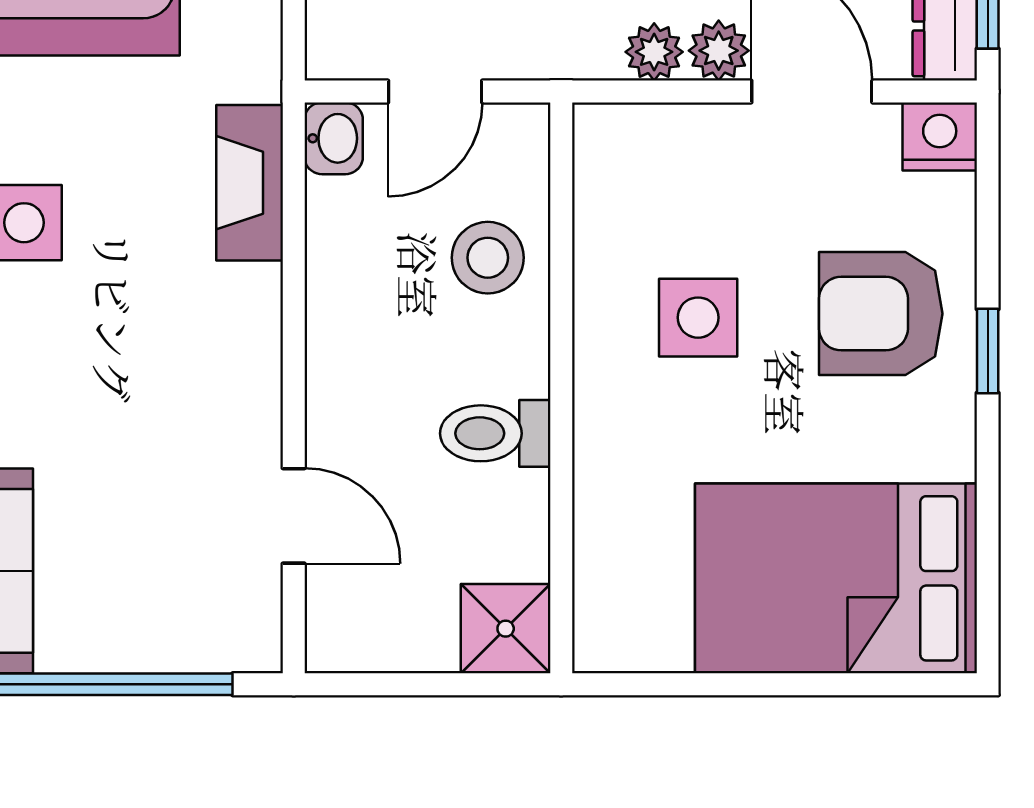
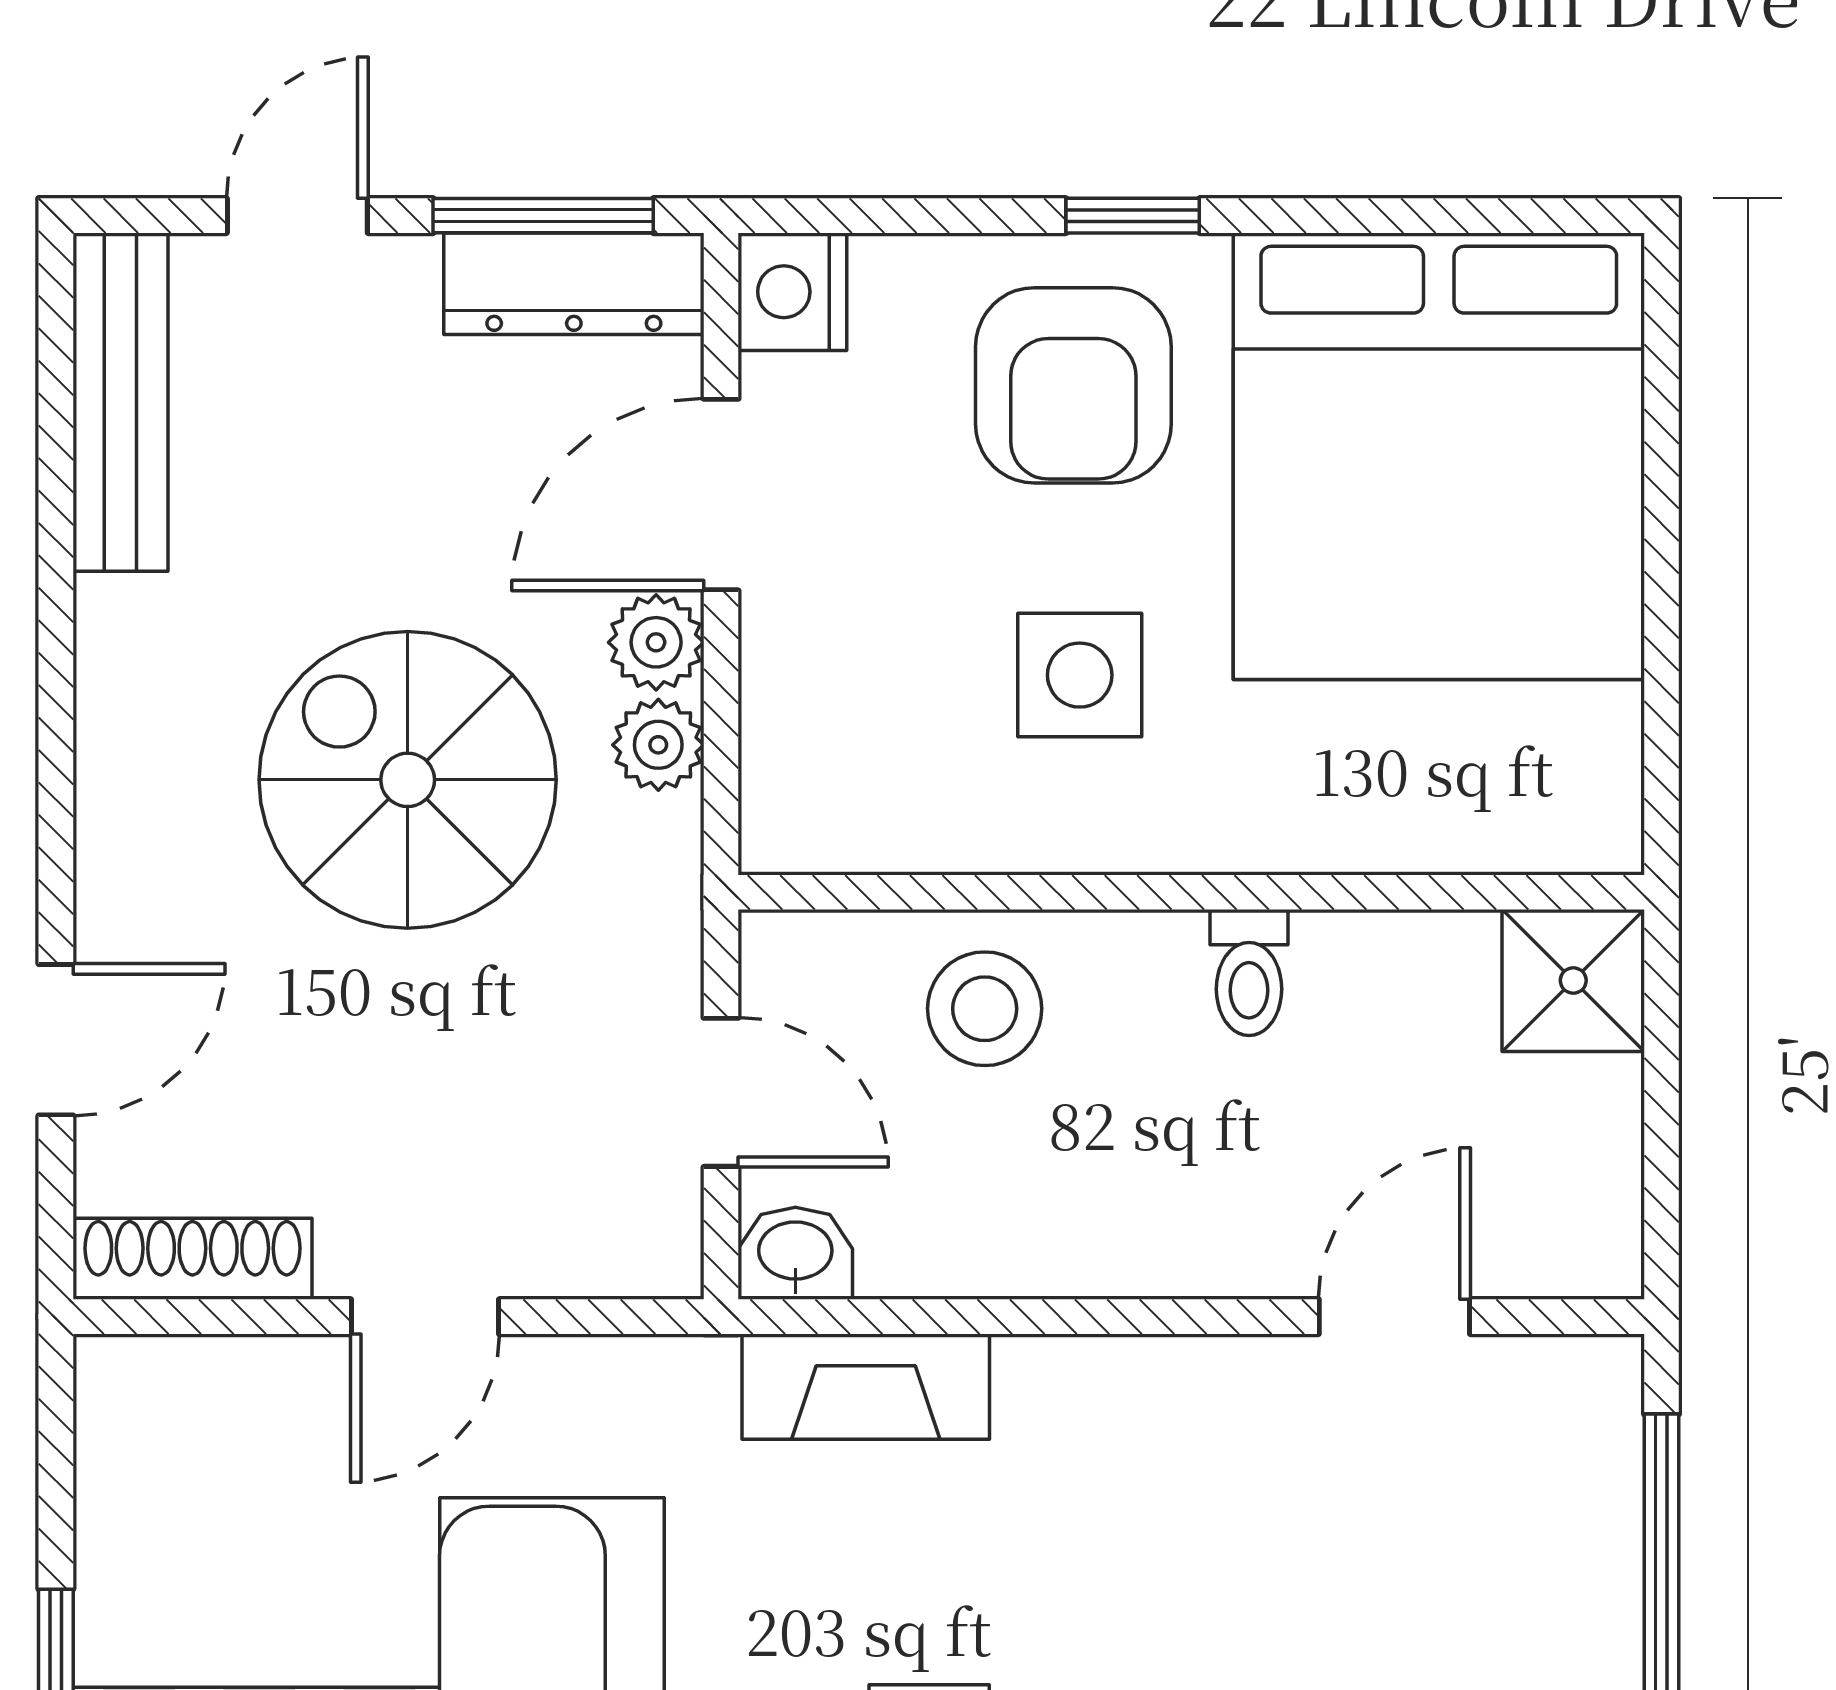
toilet: (495, 433) -> (1249, 973), width x0.73, depth x0.72
bed: (836, 578) -> (1439, 456), width x1.36

